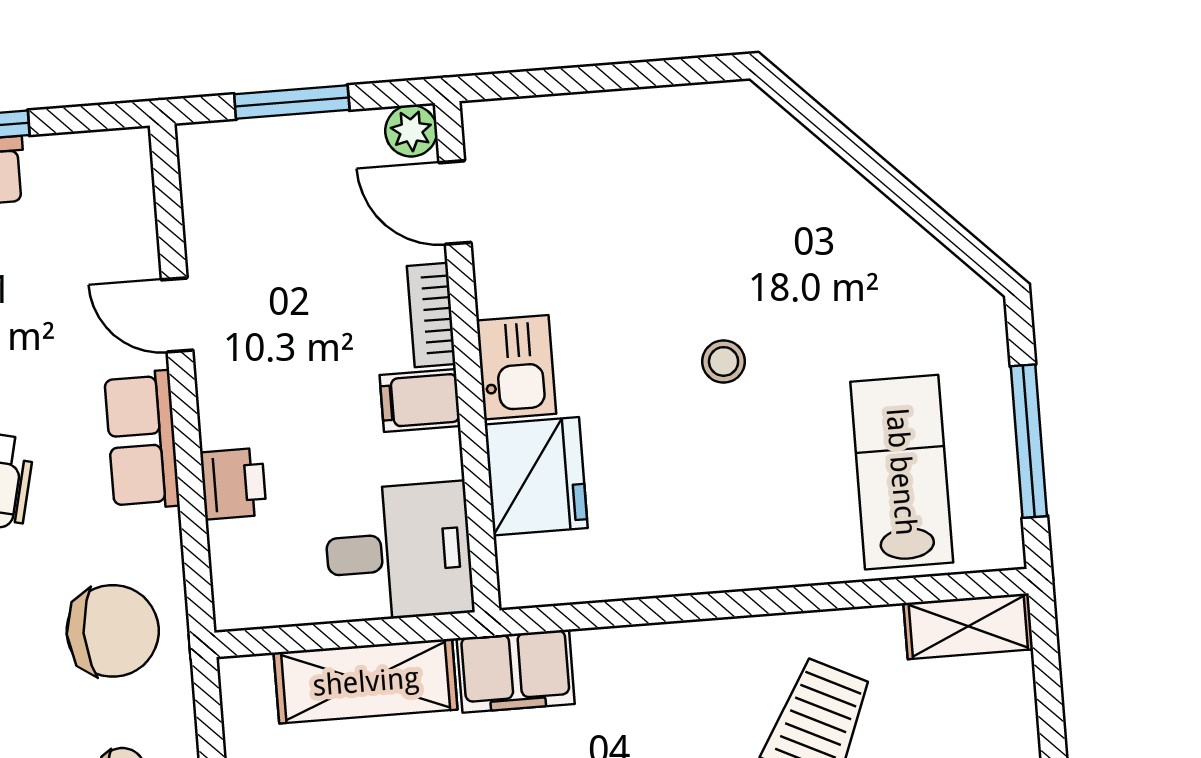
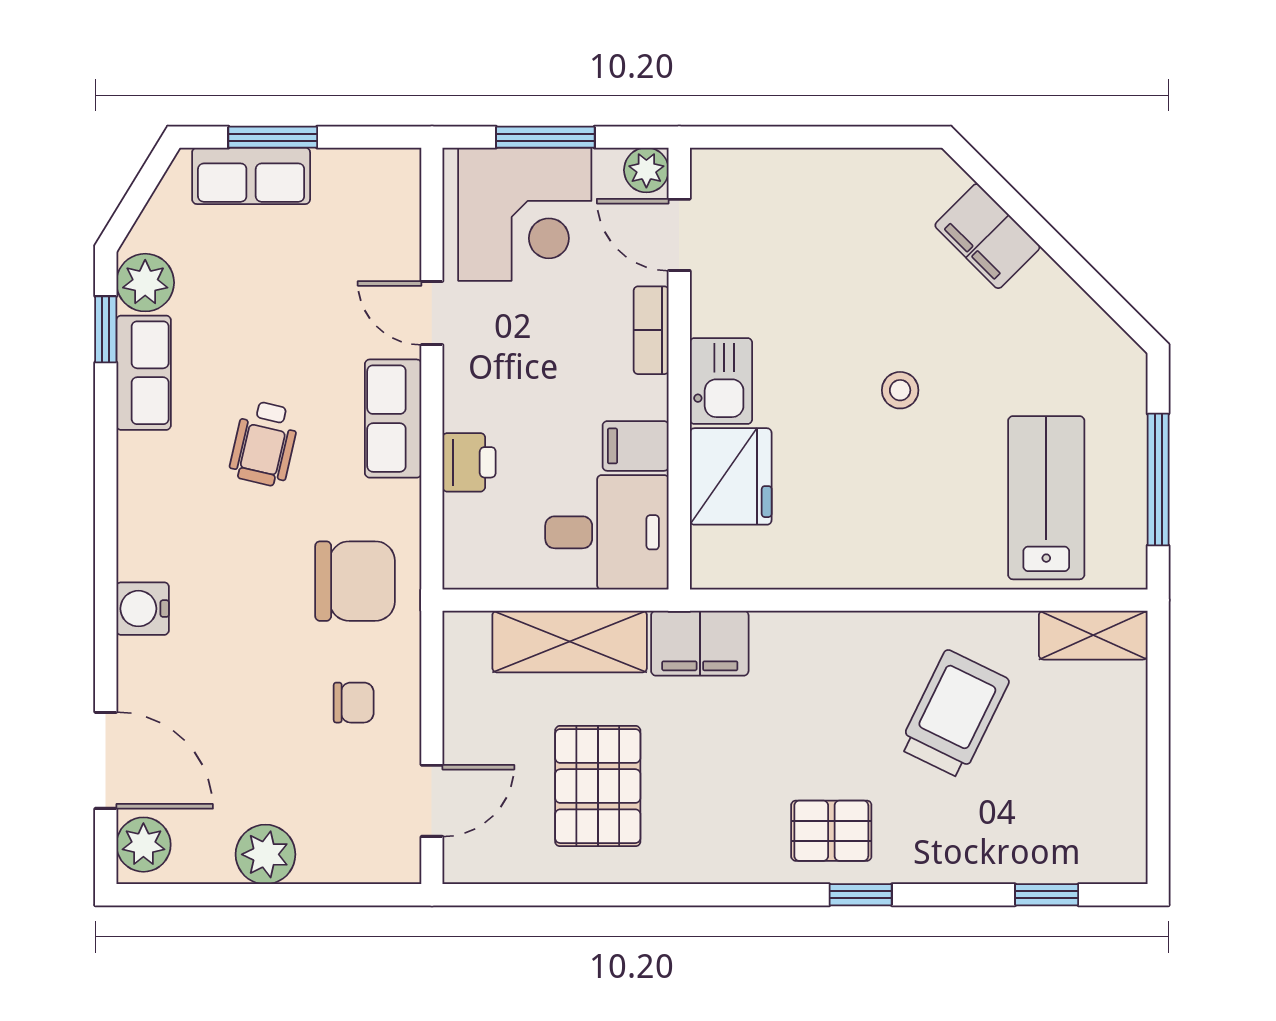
filing cabinet: (810, 176) -> (987, 236), added
corner desk: (275, 193) -> (525, 214), added
filing cabinet: (420, 401) -> (636, 446), moved

